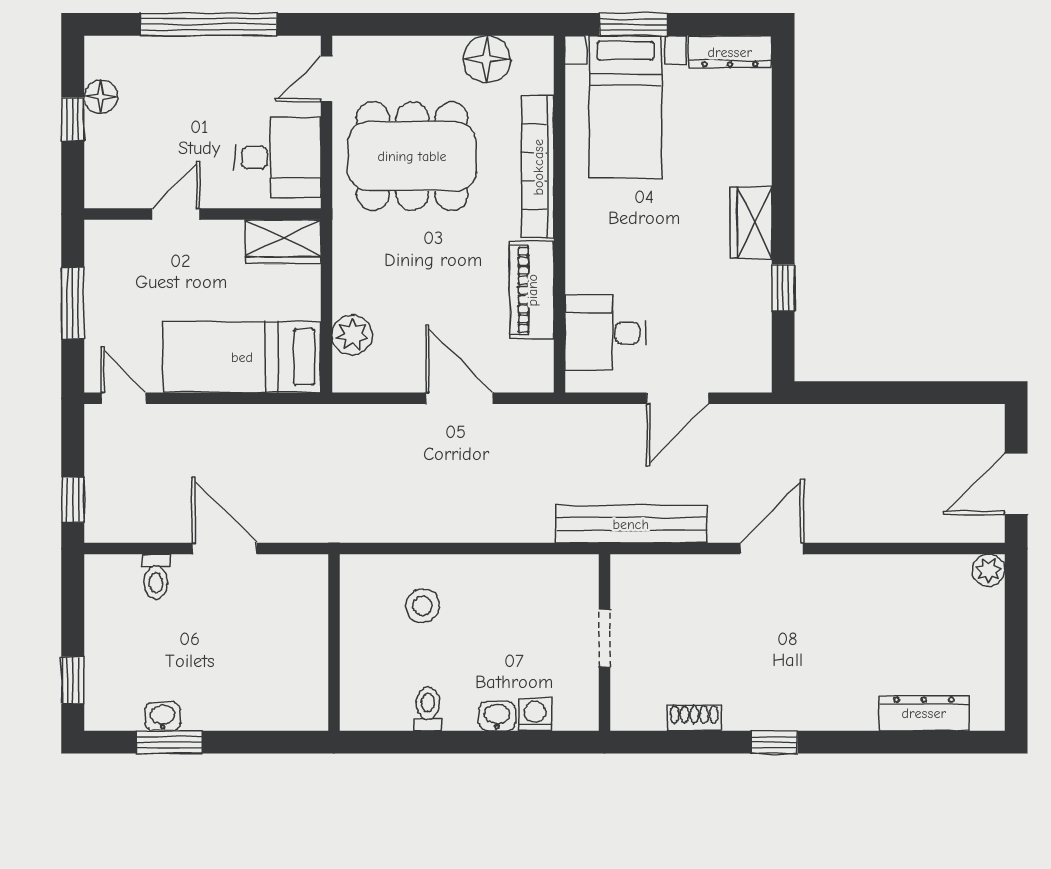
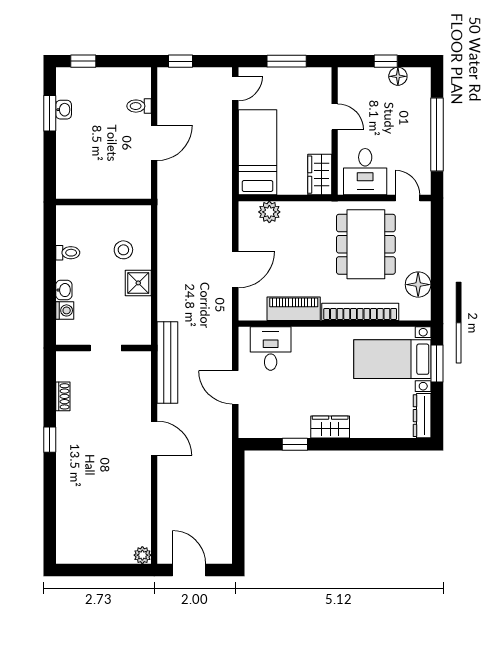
shower: (484, 578) -> (138, 283), added
dresser: (924, 713) -> (65, 520), removed

